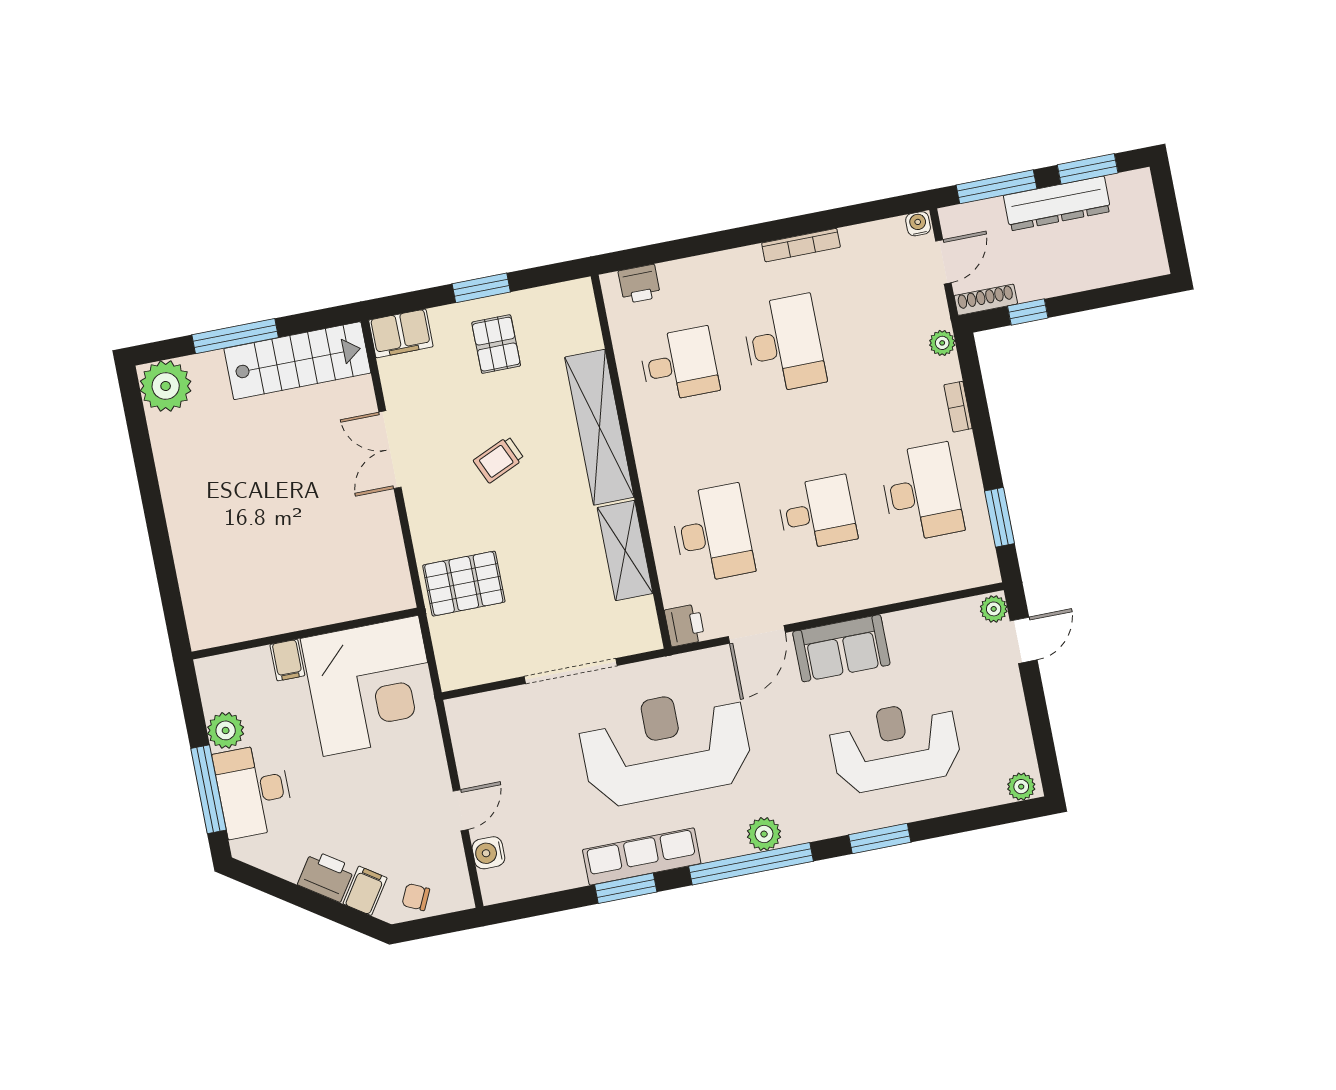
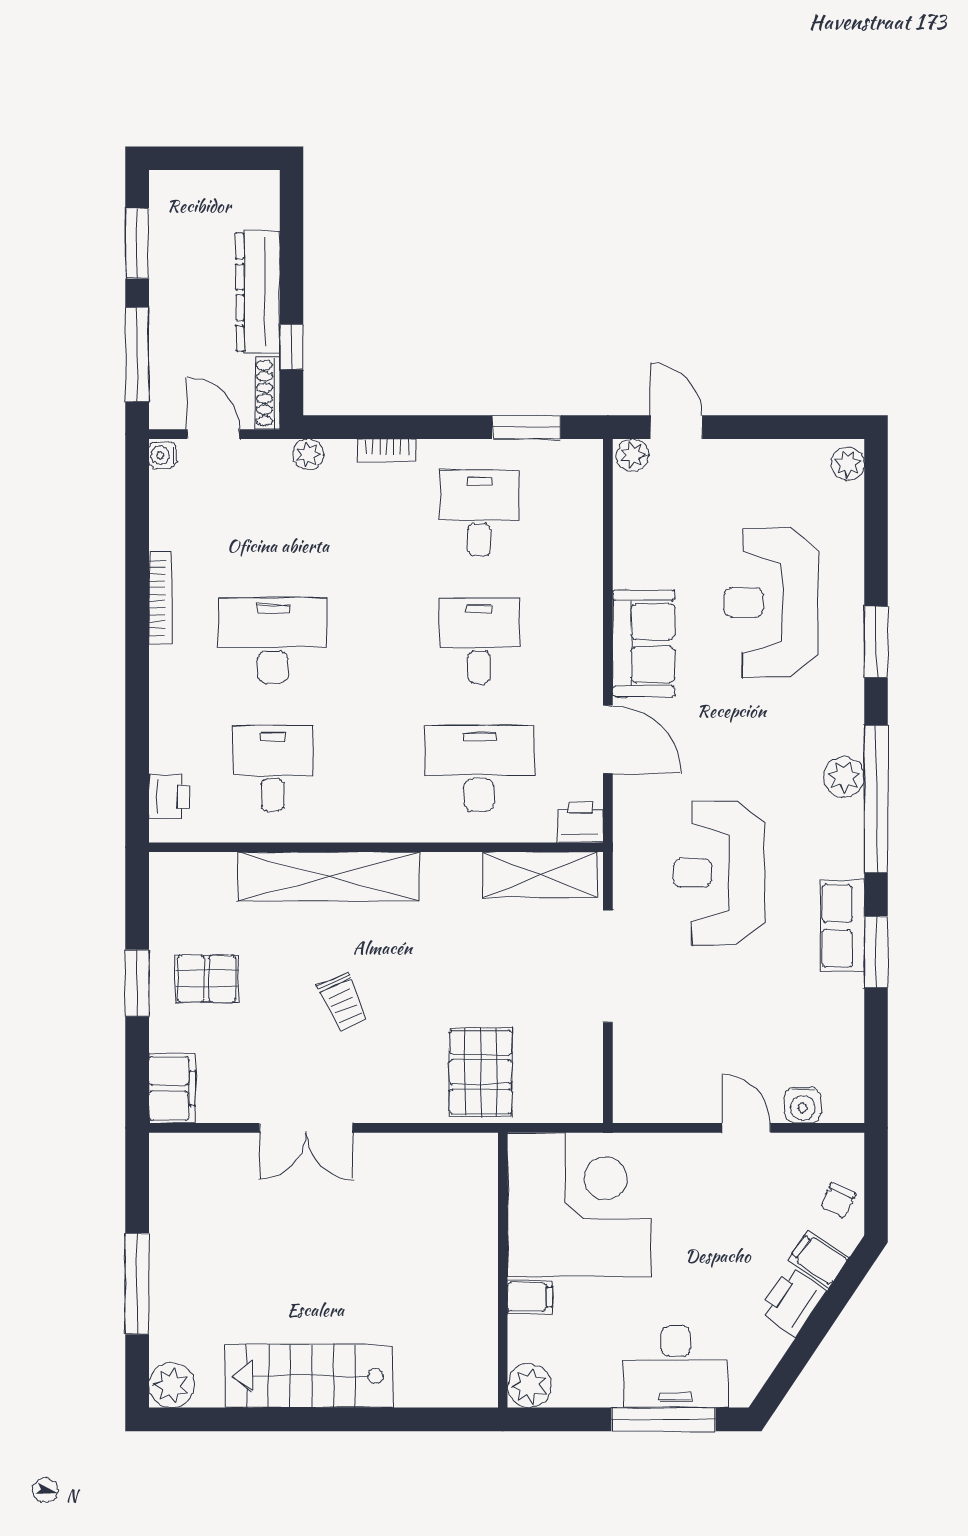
dresser: (1057, 203) -> (258, 292), moved, turned 180
stairs: (297, 361) -> (309, 1376), moved, turned -90
plant: (166, 386) -> (172, 1385), width x0.73, depth x0.73
desk: (922, 493) -> (479, 513), width x0.73
shelving: (625, 550) -> (540, 875), moved
plant: (226, 730) -> (529, 1386), moved
reception desk: (665, 747) -> (719, 873), width x0.74, depth x0.77
row of seats: (642, 856) -> (842, 926), width x0.68

